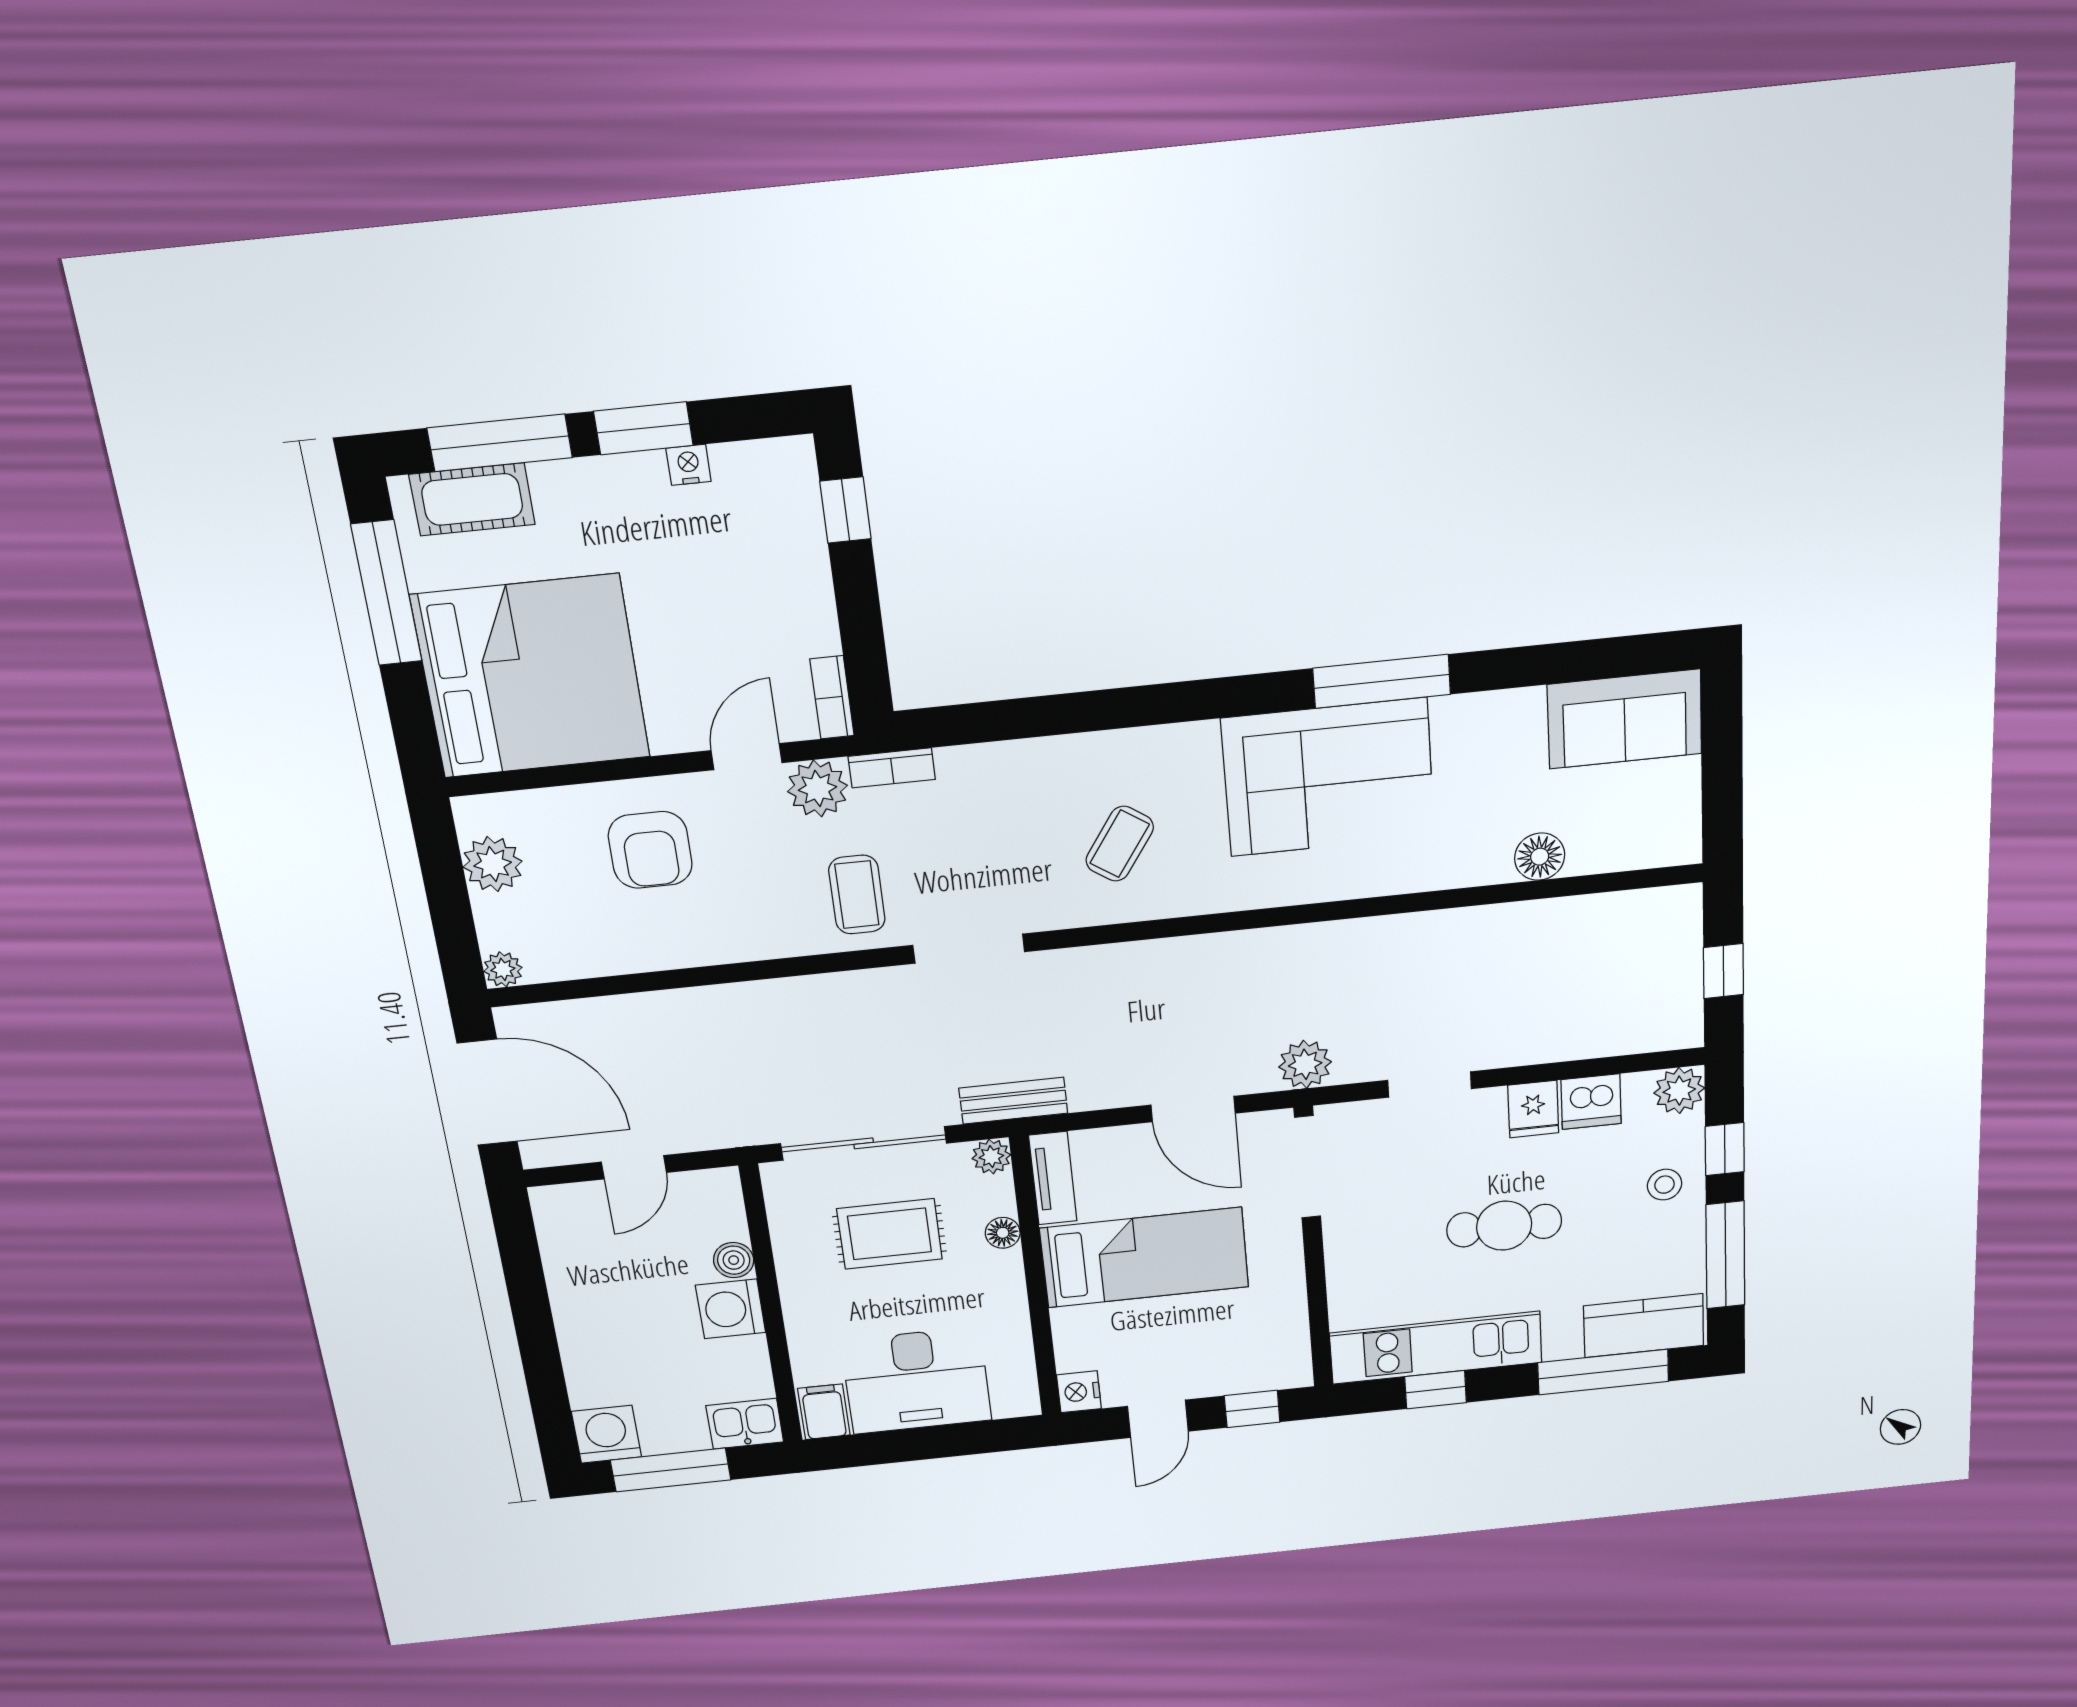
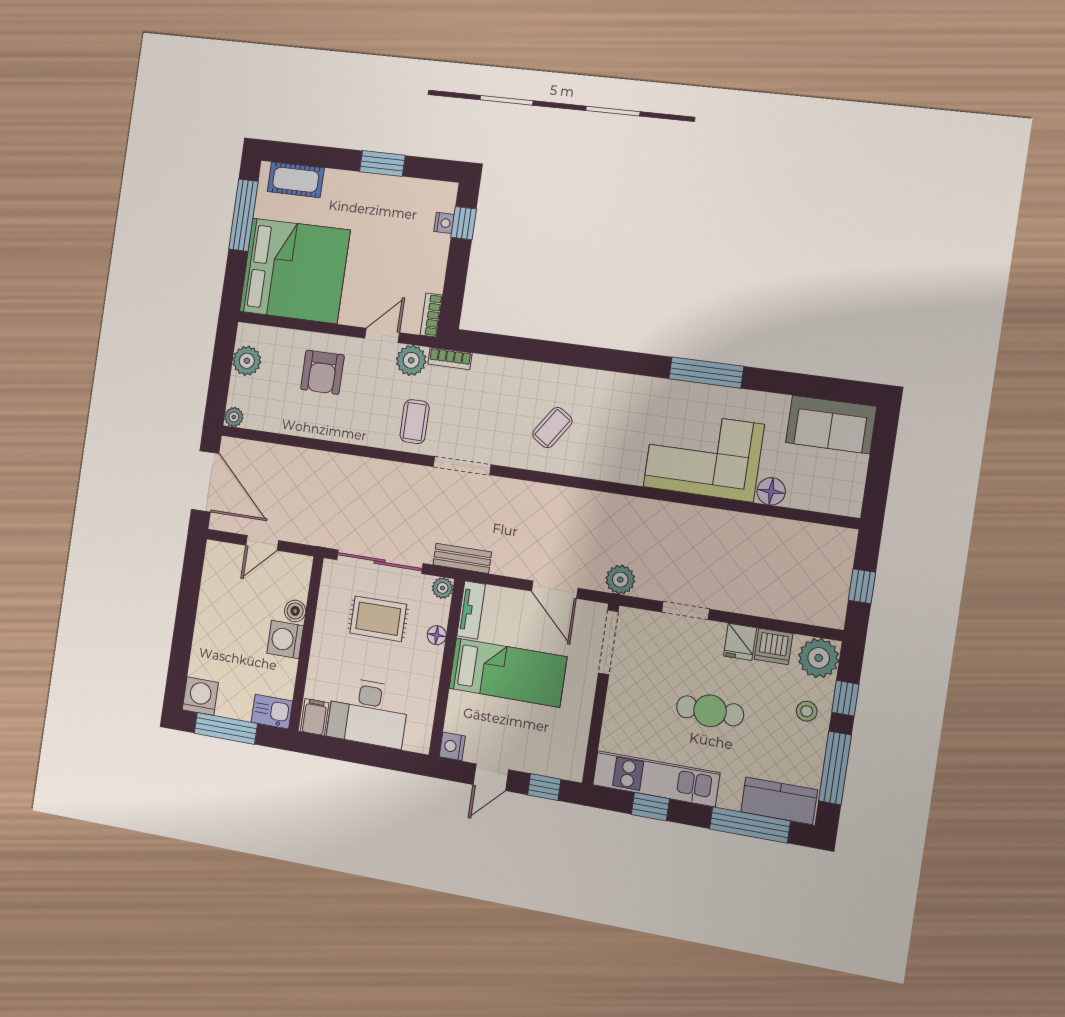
window: (500, 443) -> (316, 156), removed
nightstand: (688, 465) -> (444, 223), moved, turned 90
corner sofa: (1328, 777) -> (704, 456), moved, turned 180
plant: (1679, 1091) -> (819, 658), width x1.36, depth x1.36

